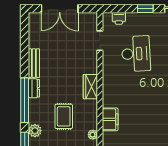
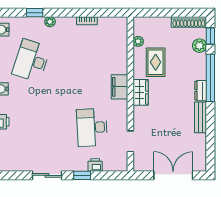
printer: (119, 18) -> (95, 165), moved
rug: (64, 116) -> (156, 62), moved
filing cabinet: (110, 119) -> (120, 87), moved

